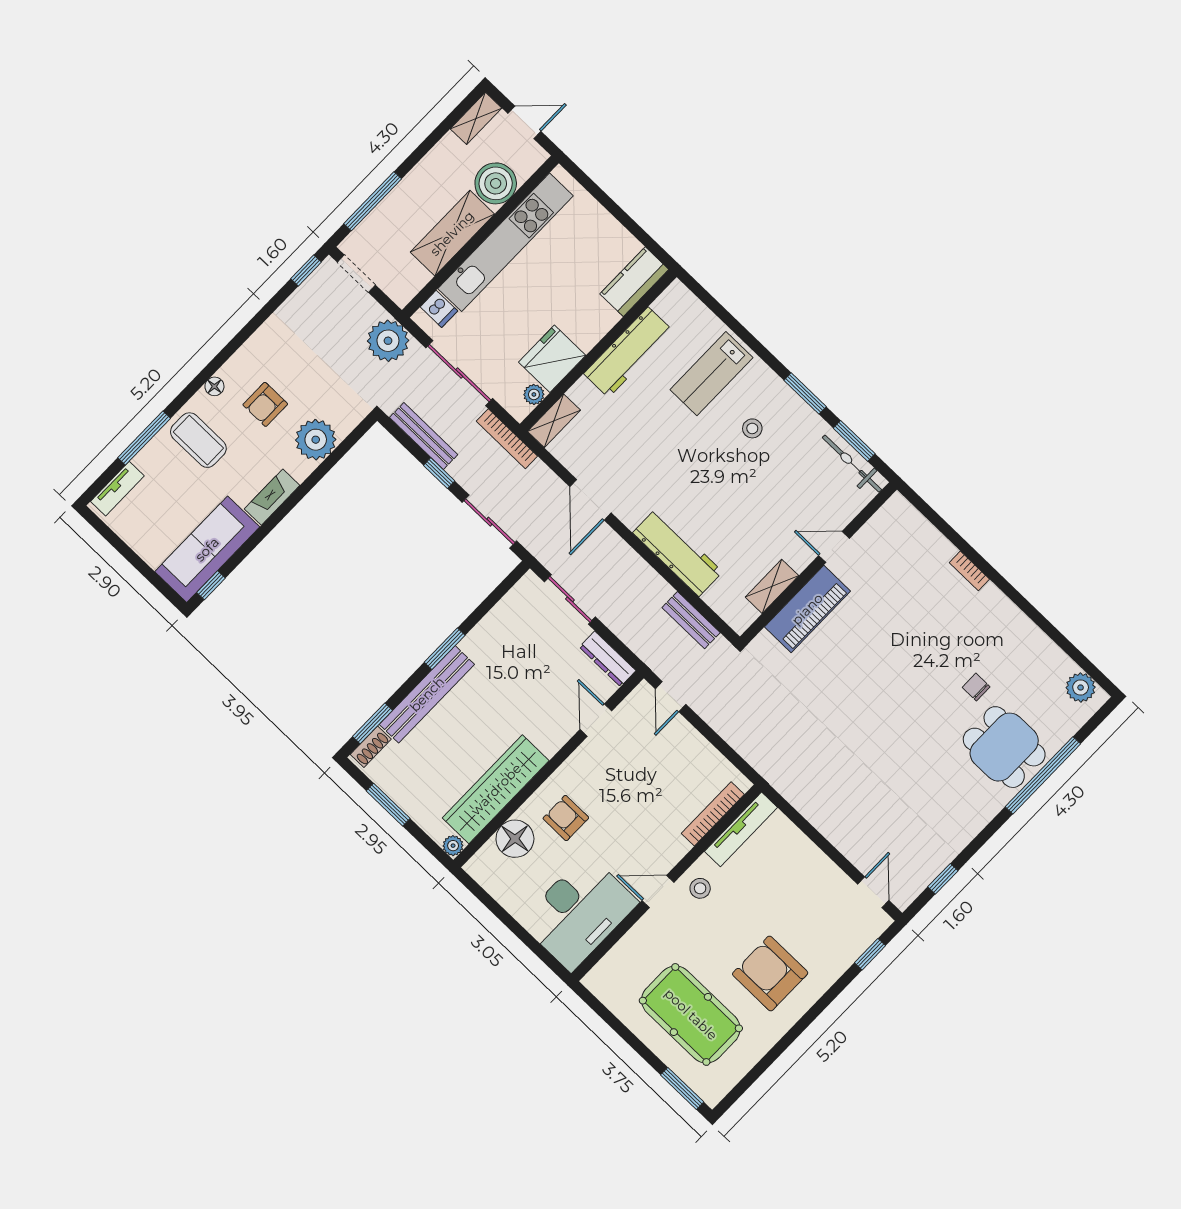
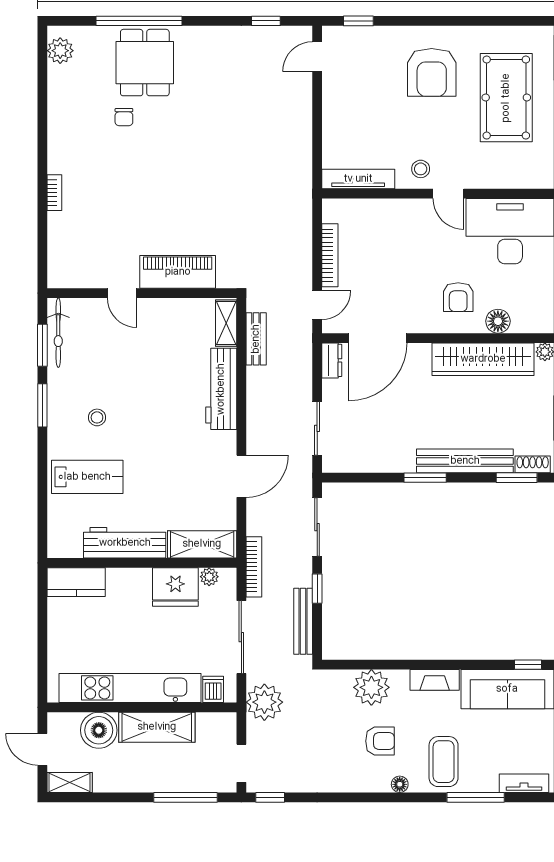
shelving: (554, 421) -> (202, 544), width x1.50, depth x1.33
shelving: (772, 586) -> (226, 323), moved, turned 90
dresser: (608, 659) -> (332, 360), width x0.70
door: (596, 720) -> (378, 338), width x1.87
bookcase: (713, 814) -> (330, 255), moved, turned -90
floor lamp: (515, 839) -> (498, 321), width x0.73, depth x0.73

